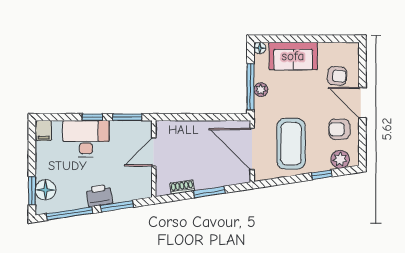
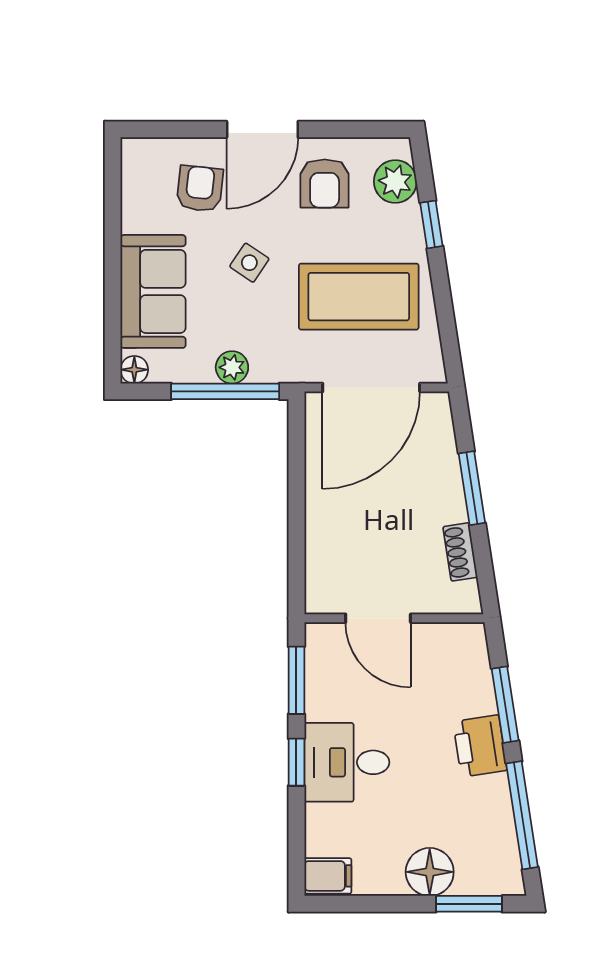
side table: (305, 97) -> (249, 263), added
desk: (86, 139) -> (347, 762), width x0.73
floor lamp: (45, 190) -> (430, 872), moved

